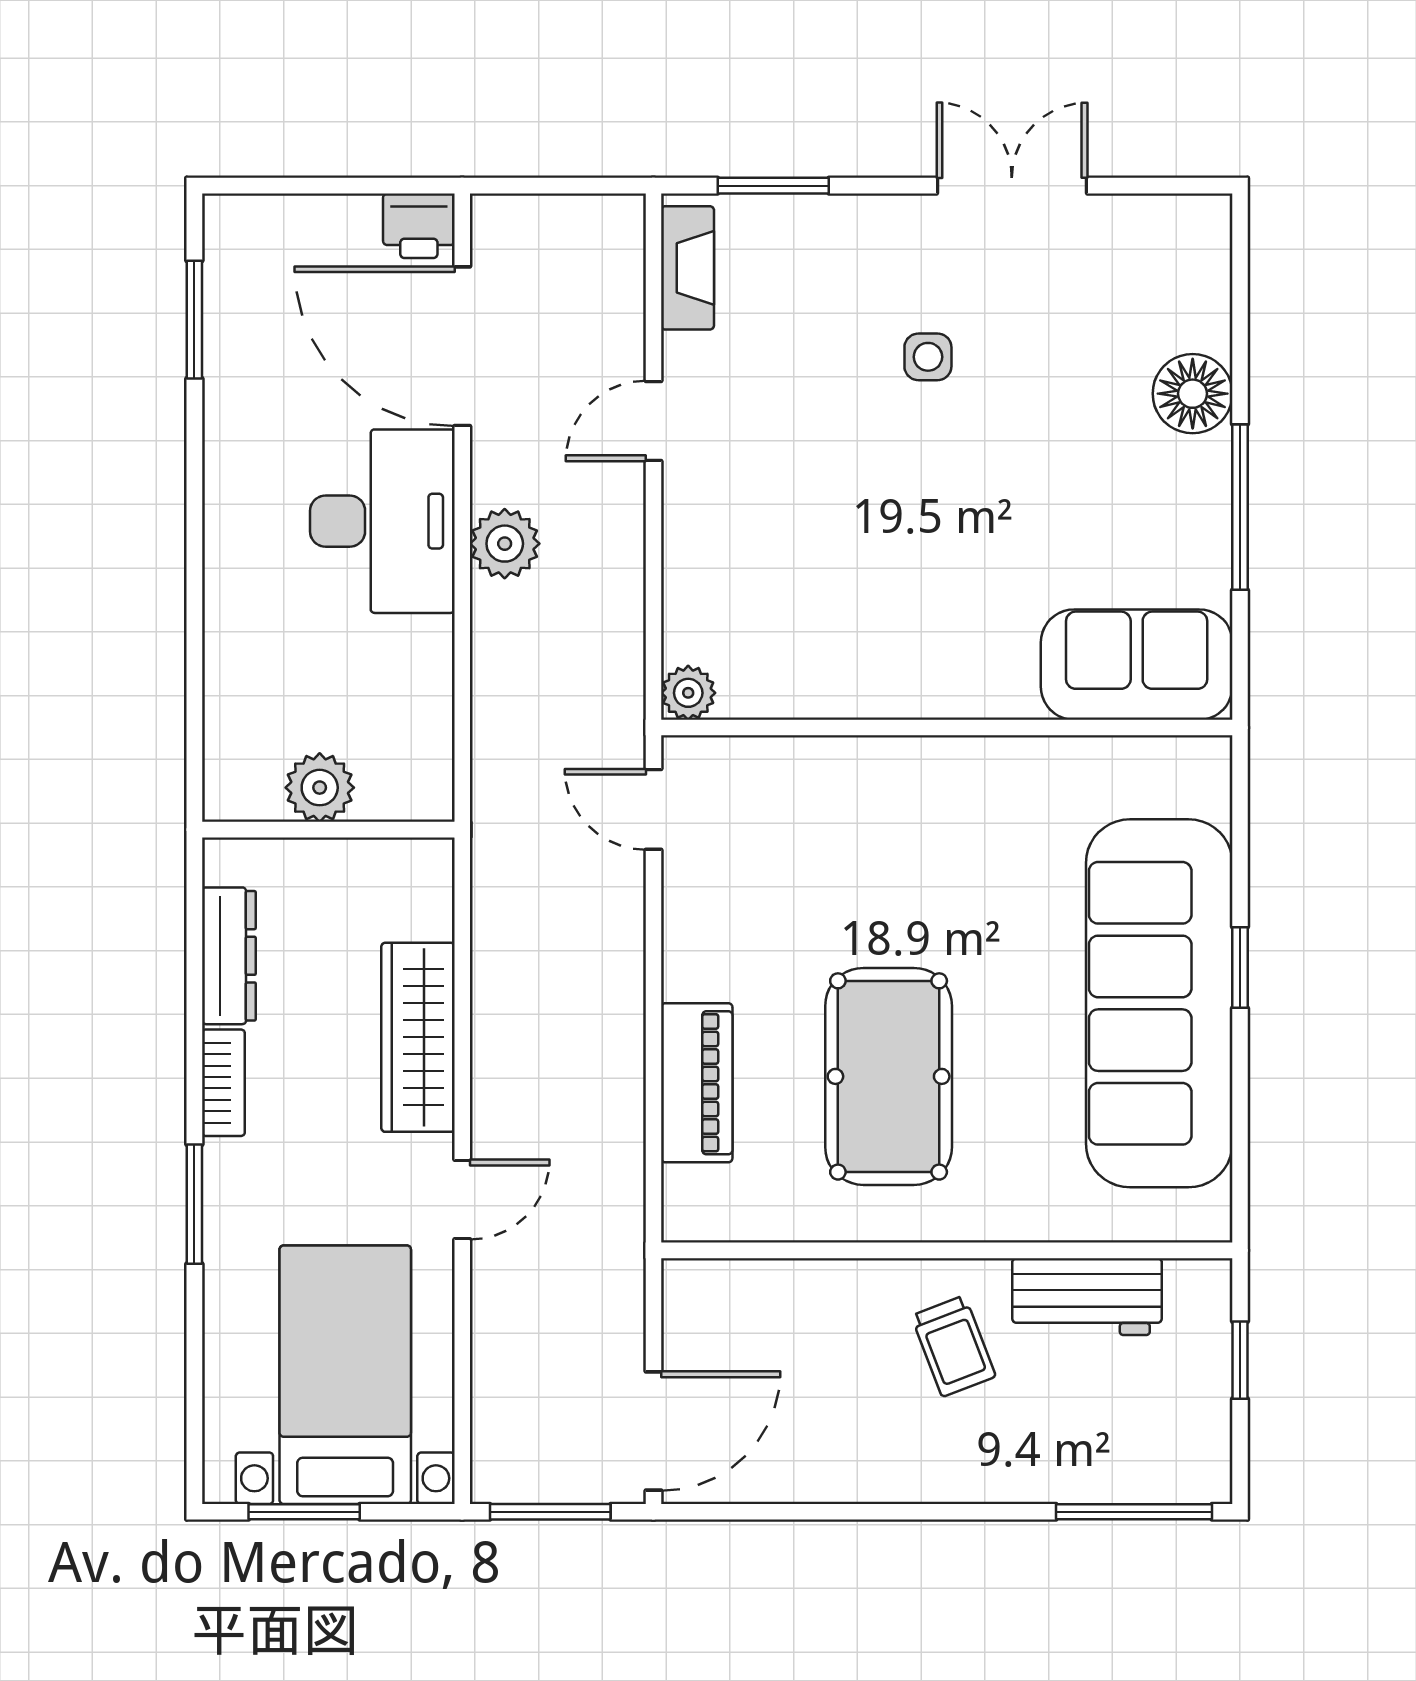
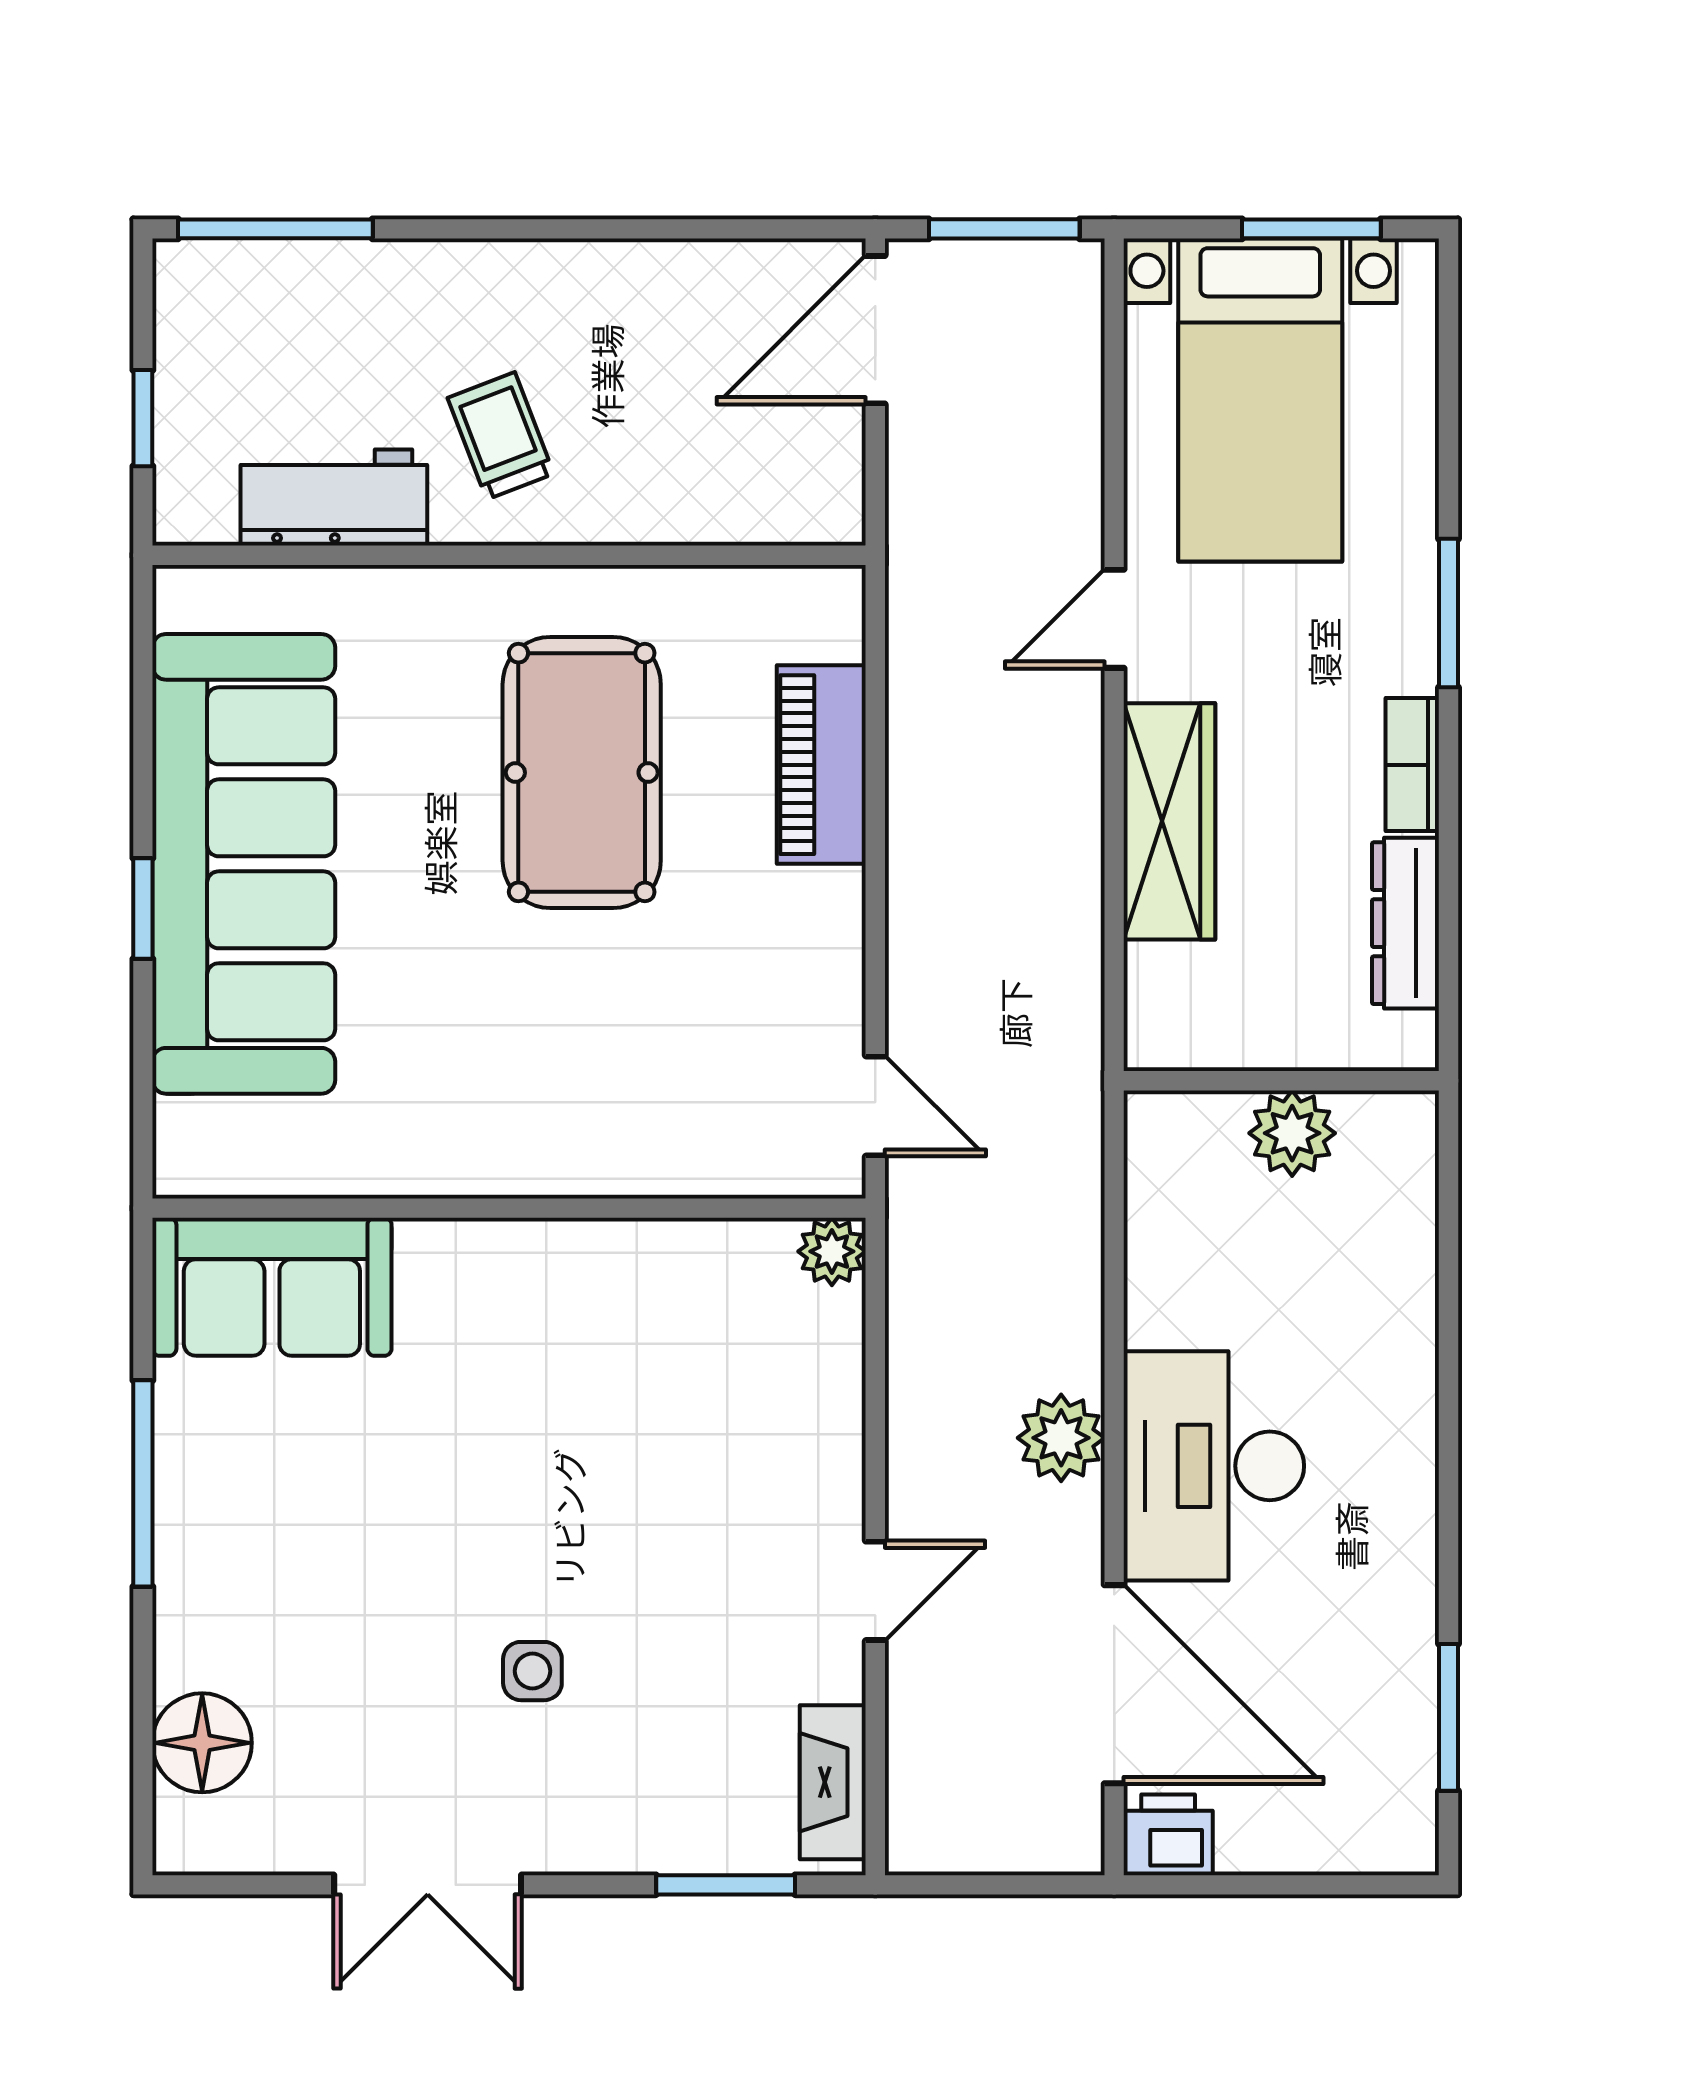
floor lamp: (1193, 394) -> (202, 1743), moved

